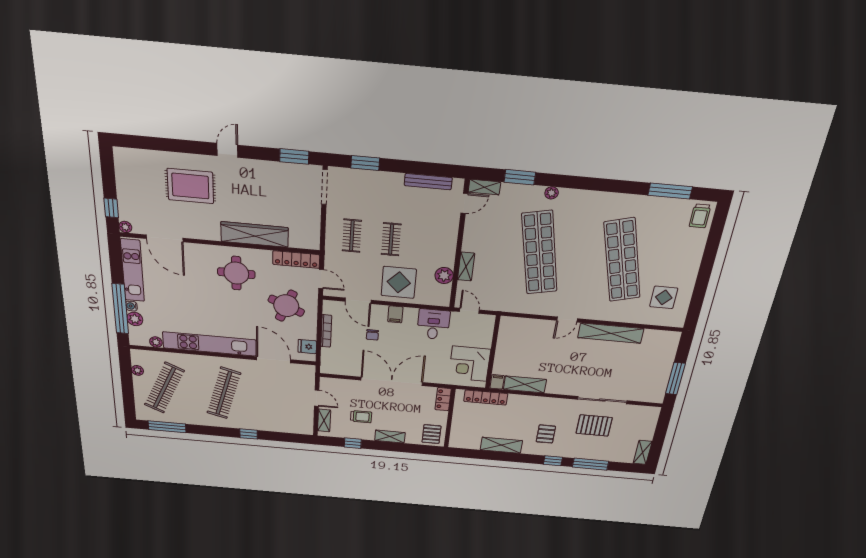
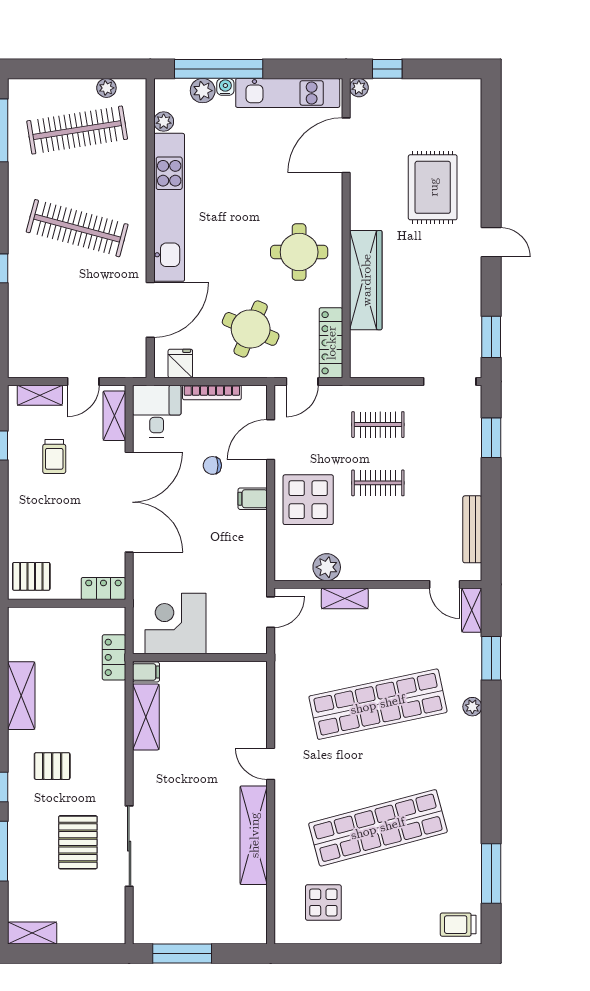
desk: (433, 324) -> (157, 411), moved, turned -90
clothes rail: (164, 388) -> (77, 130), turned -33
locker: (486, 398) -> (114, 657), width x0.66
shelving: (390, 437) -> (114, 416), moved

